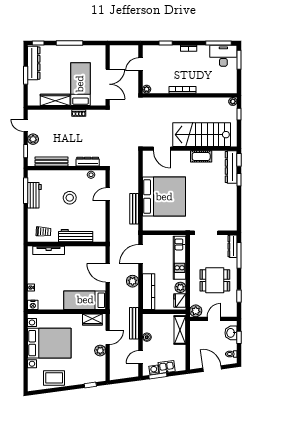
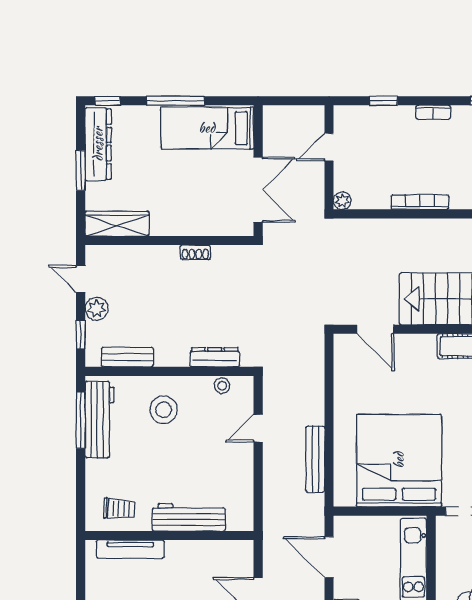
bed: (80, 84) -> (207, 128), moved, turned -90
wardrobe: (55, 100) -> (117, 224), moved
bench: (52, 161) -> (127, 357), width x0.73
workbench: (34, 195) -> (100, 420), width x1.38
bed: (164, 197) -> (399, 460), moved, turned -90
stool: (70, 198) -> (164, 410), moved
door: (141, 254) -> (329, 557), hinge flipped

